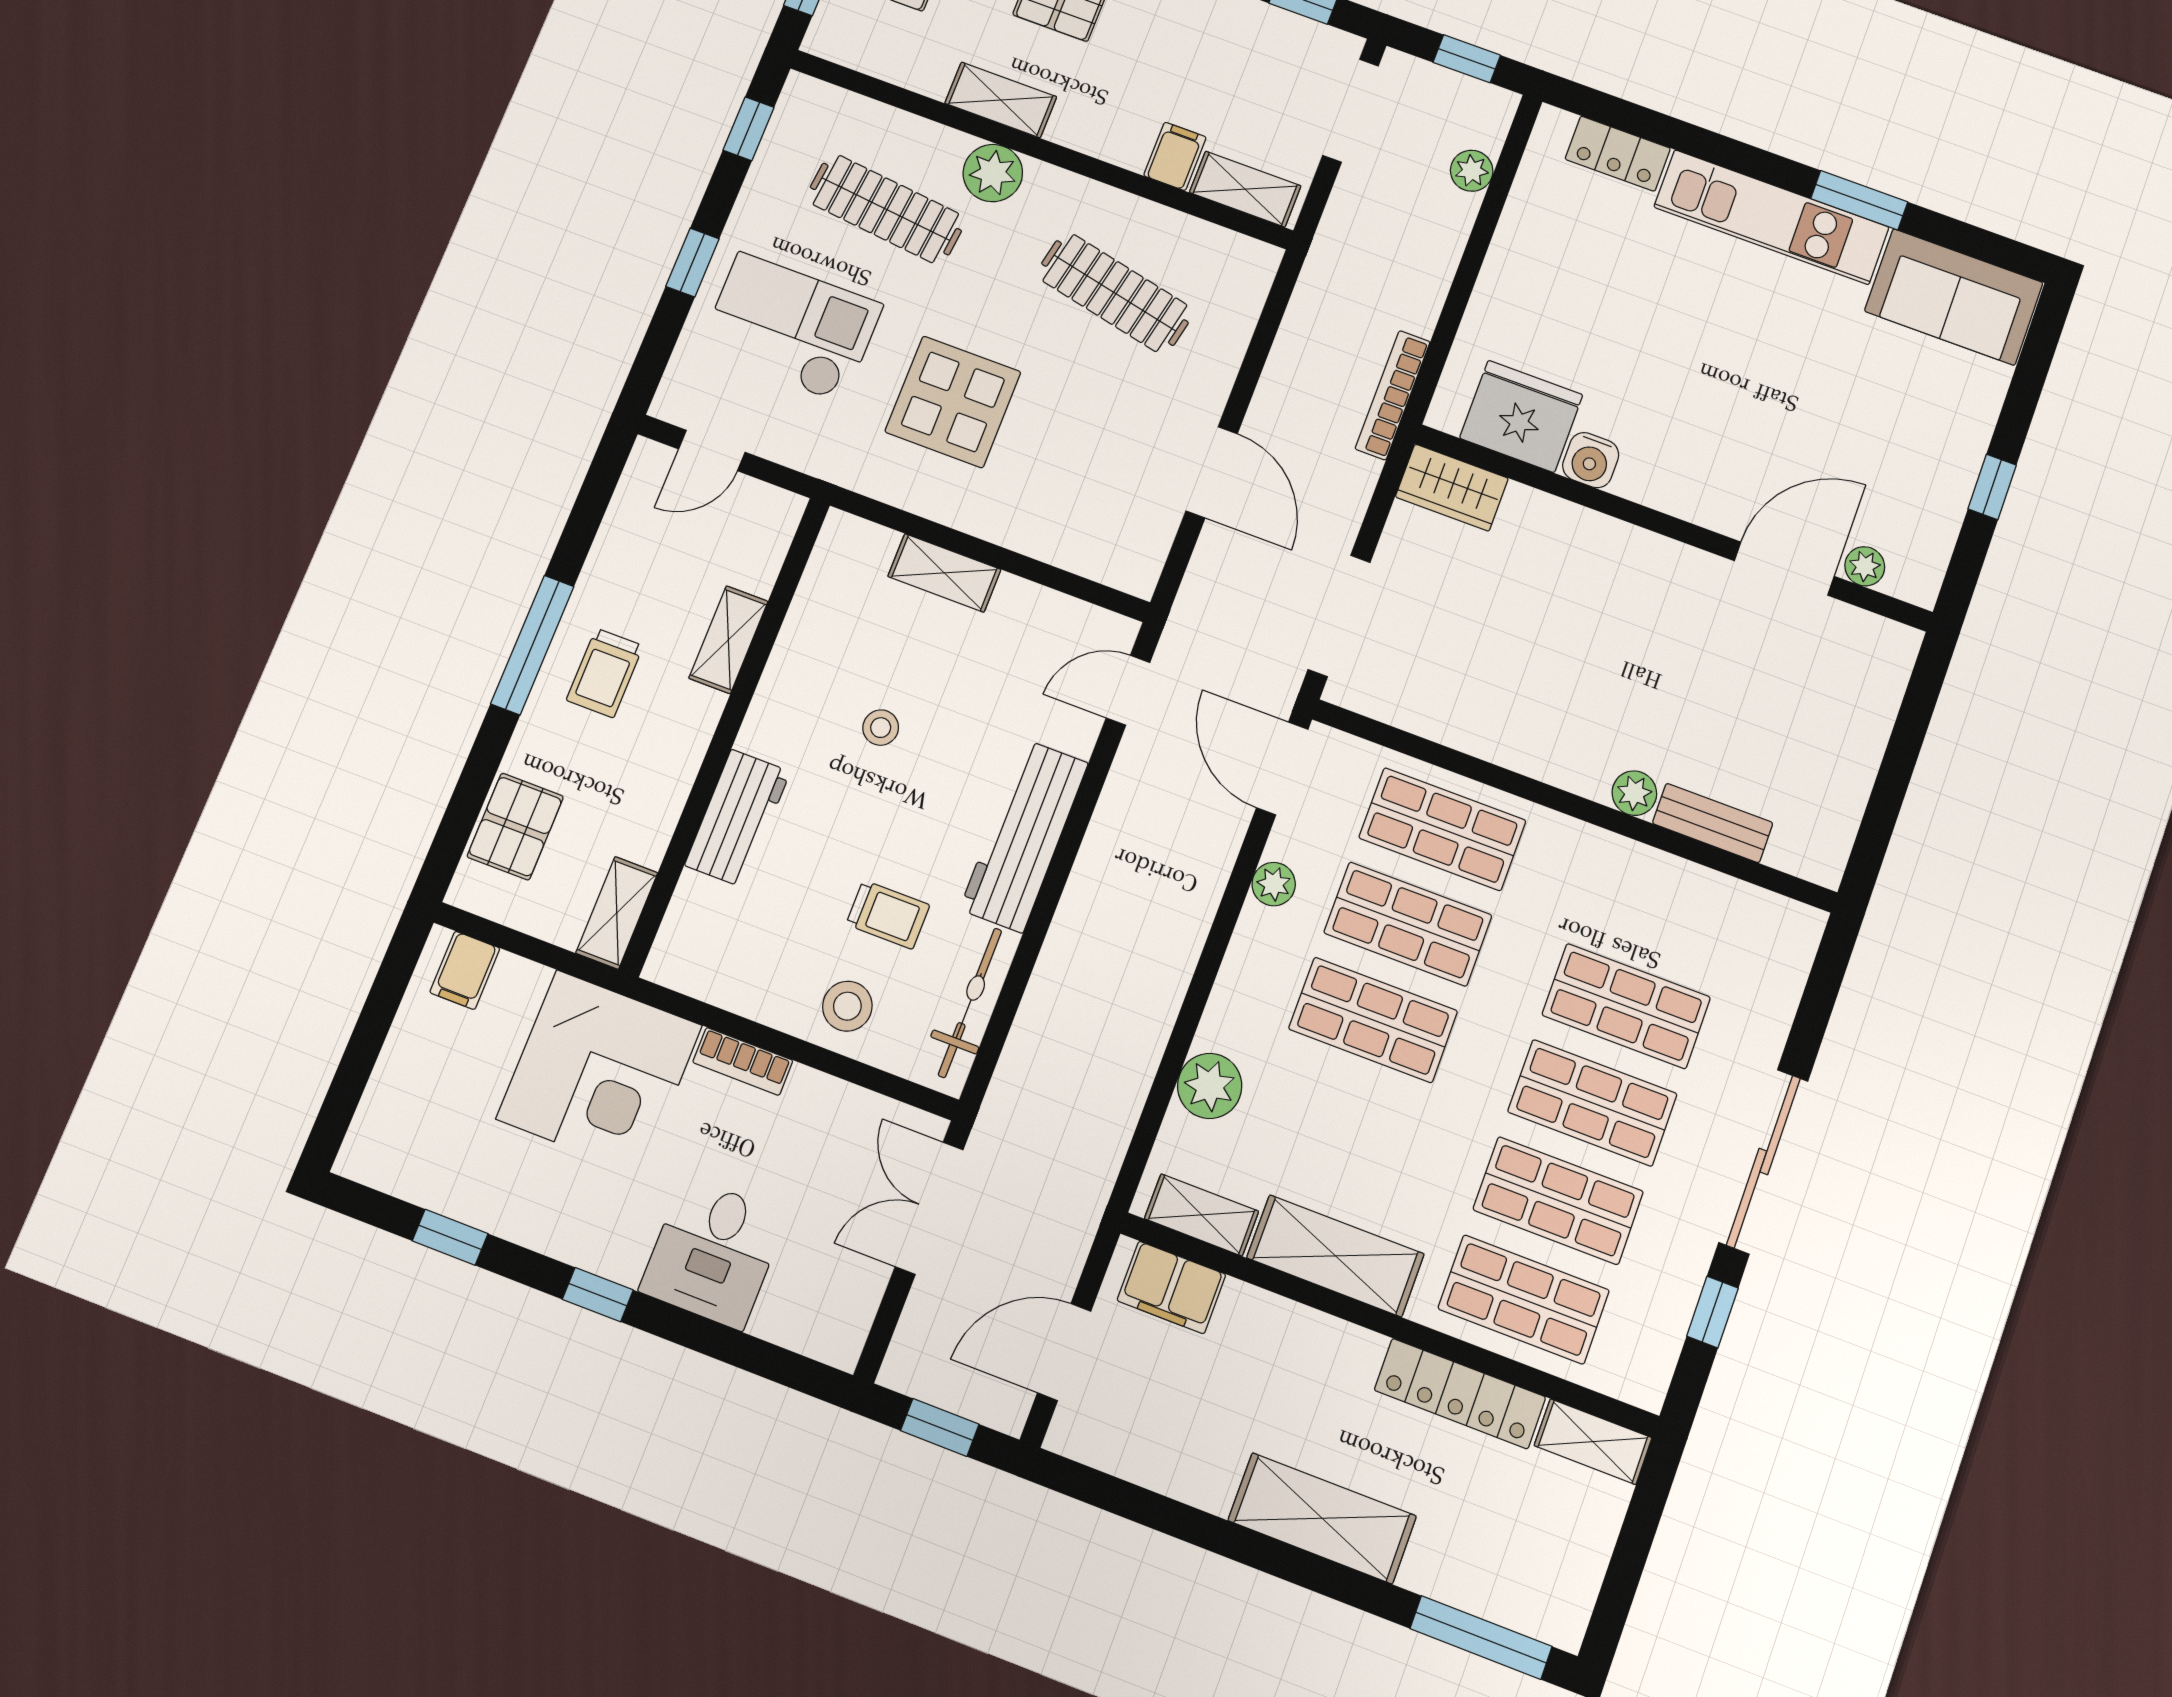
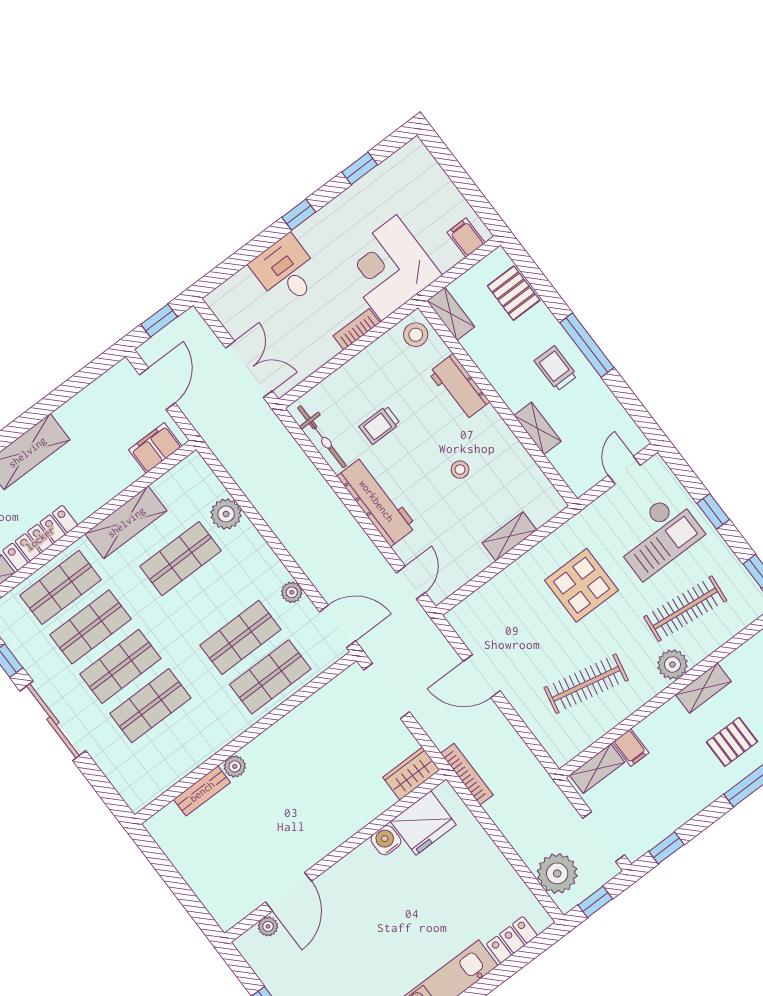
plant: (1472, 171) -> (557, 873), width x1.88, depth x1.88
stool: (847, 1006) -> (416, 335), moved
shop shelf: (1373, 1020) -> (181, 559), moved
shelving: (1202, 1215) -> (176, 478), removed

